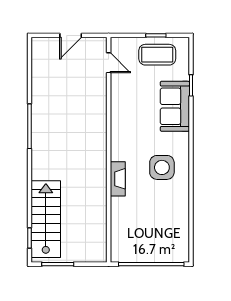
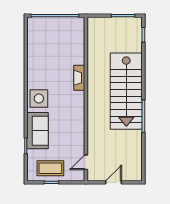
door: (109, 63) -> (86, 162), hinge flipped
side table: (162, 167) -> (39, 99), moved
stairs: (46, 219) -> (126, 91), moved, width x1.36, depth x1.51

